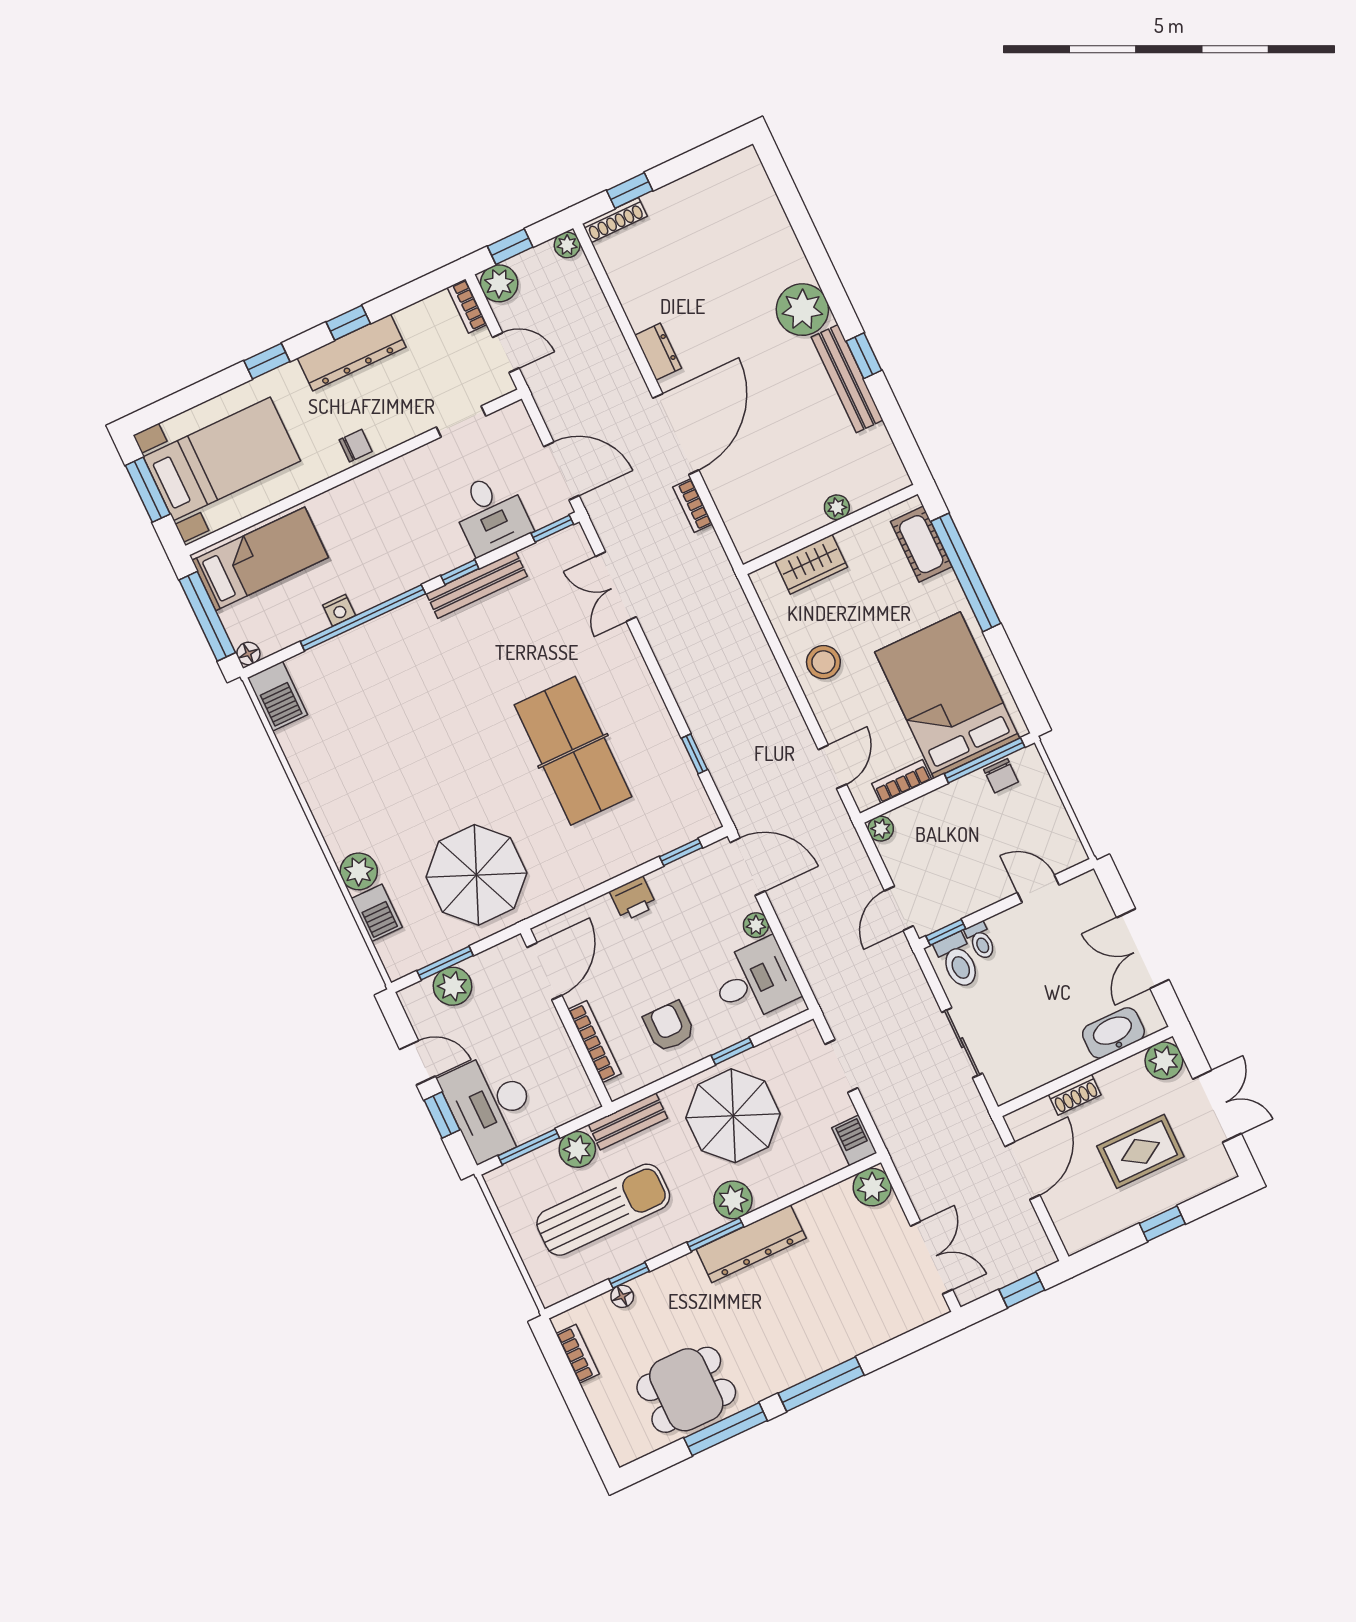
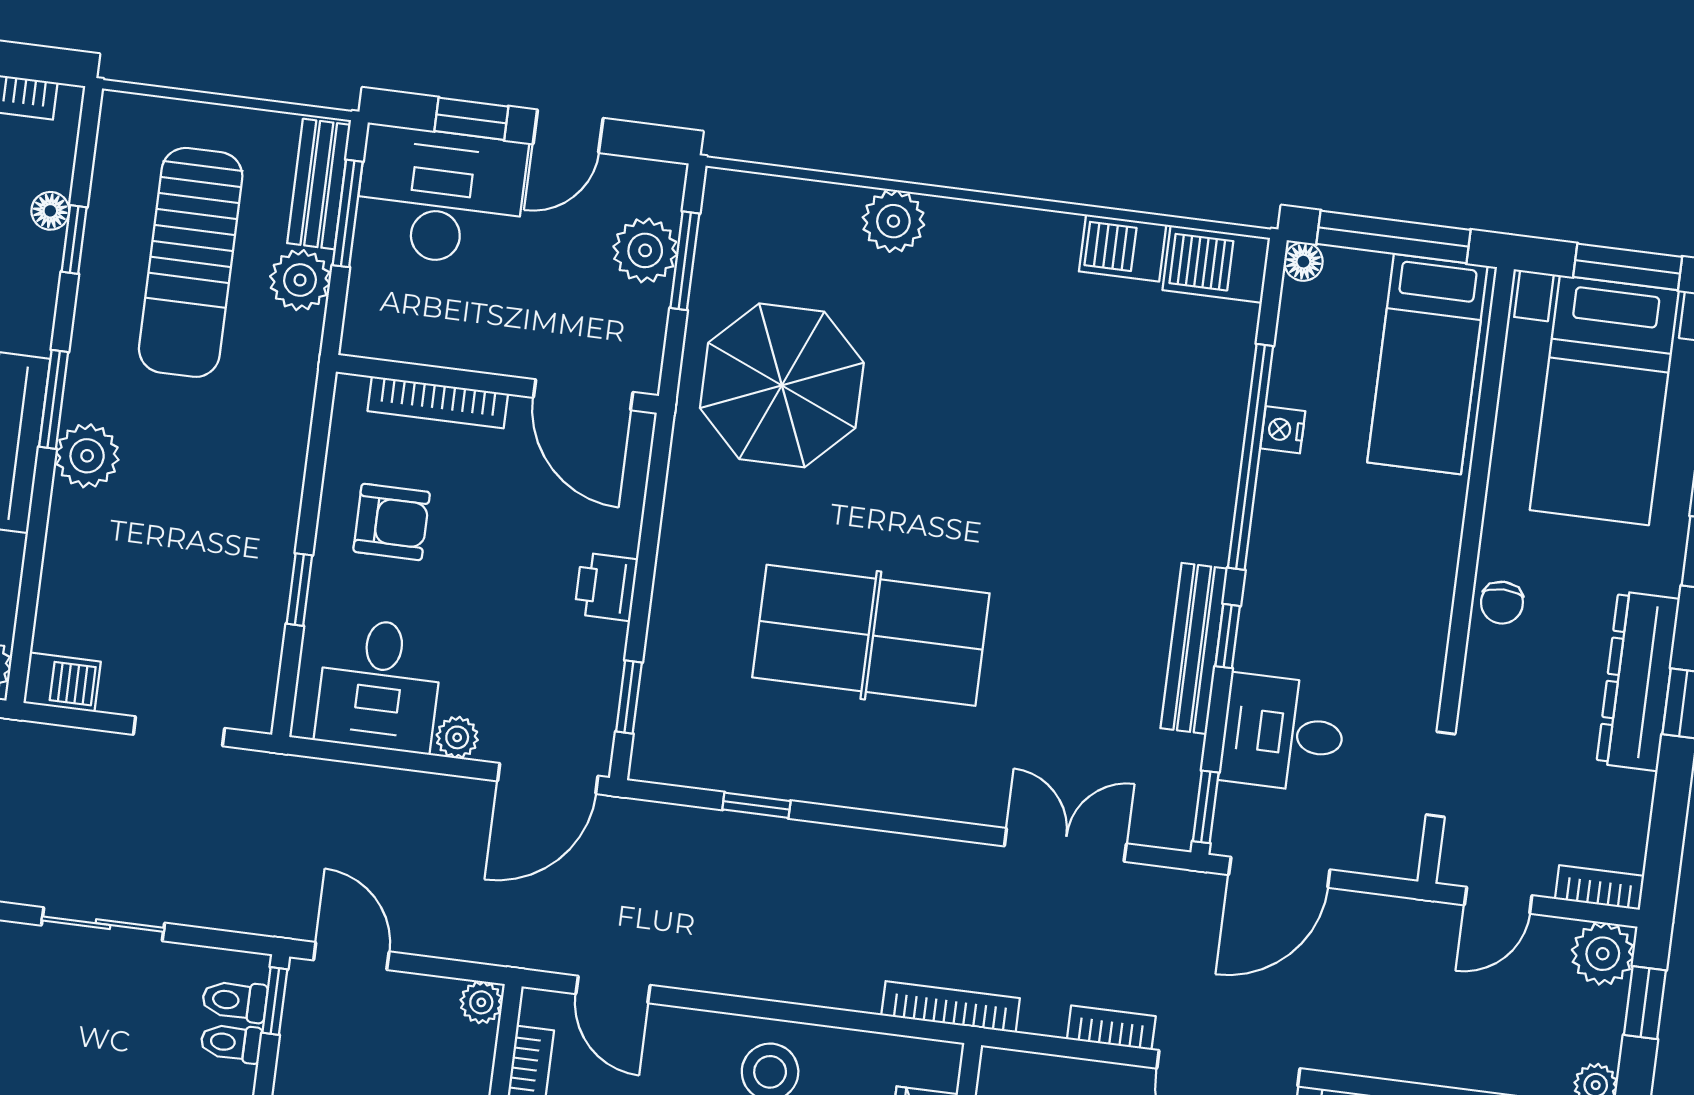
bookcase: (733, 593) -> (951, 1007), added
barbecue: (377, 913) -> (1123, 248), moved
toilet: (958, 961) -> (235, 1001), width x0.73, depth x0.72
parasol: (733, 1116) -> (207, 532), removed
bench: (628, 1121) -> (319, 184), moved

